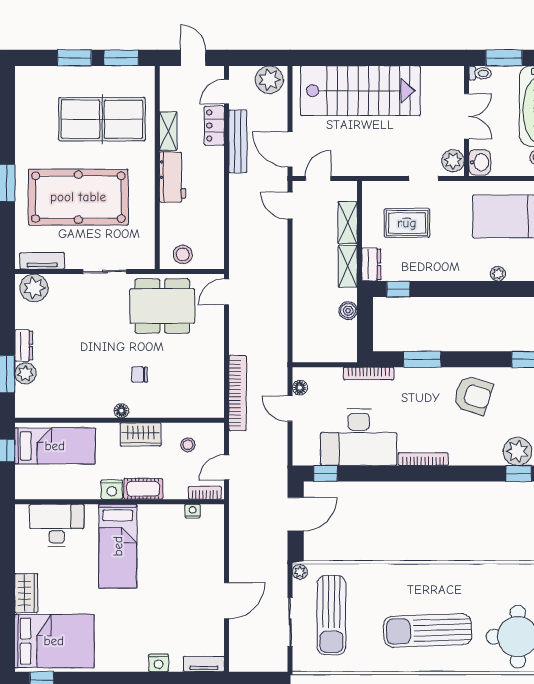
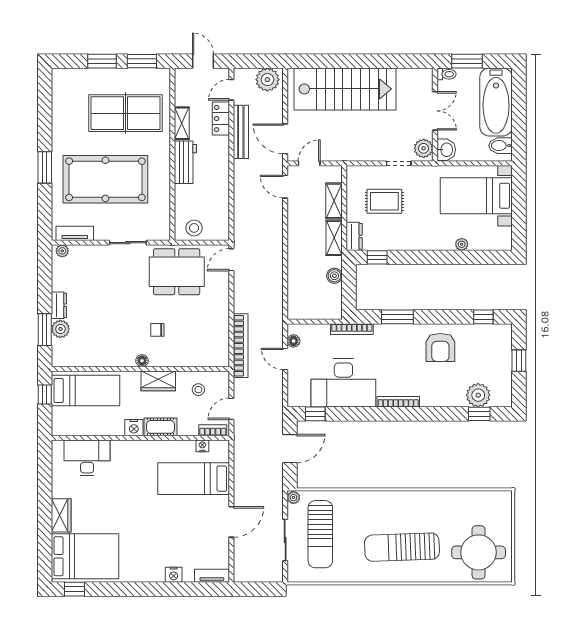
plant: (34, 288) -> (62, 251), width x0.53, depth x0.53
armchair: (473, 395) -> (440, 347), turned 72
bed: (118, 546) -> (194, 479), moved, turned 90

